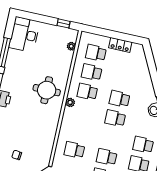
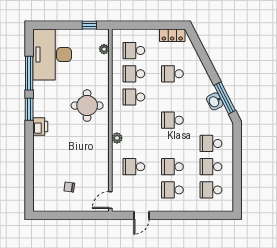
desk: (24, 35) -> (52, 55), width x1.36, depth x1.30
locker: (120, 45) -> (172, 35), moved
school desk: (120, 99) -> (172, 74), moved
plant: (70, 102) -> (117, 138), moved

